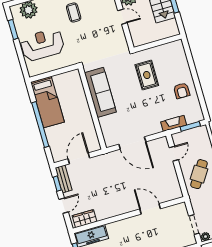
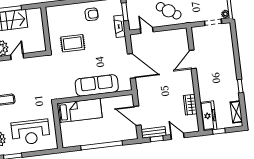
reception desk: (42, 45) -> (31, 132), turned -90
sofa: (100, 92) -> (97, 85), moved
bed: (47, 102) -> (80, 110), moved
door: (132, 143) -> (131, 66), hinge flipped
wardrobe: (85, 219) -> (190, 105), moved

